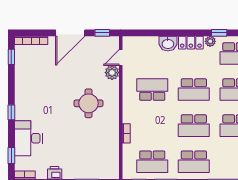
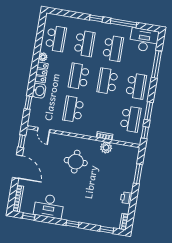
window: (219, 33) -> (28, 103), moved
plant: (112, 73) -> (106, 148), moved
school desk: (194, 90) -> (79, 76), turned 180
school desk: (194, 126) -> (107, 81), turned 180
desk: (28, 138) -> (49, 206), moved

